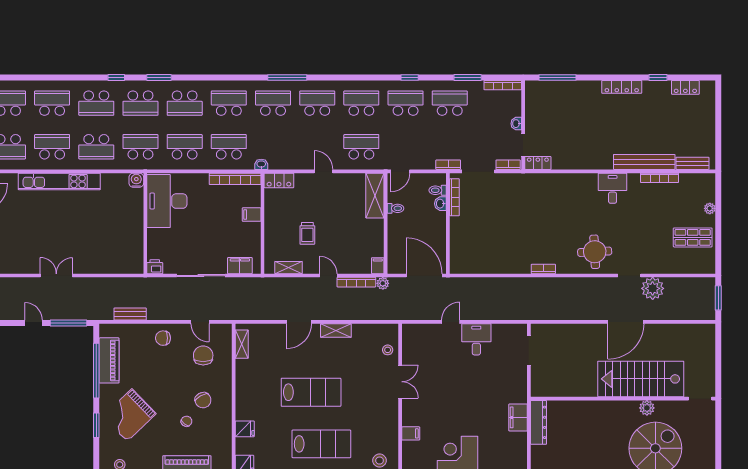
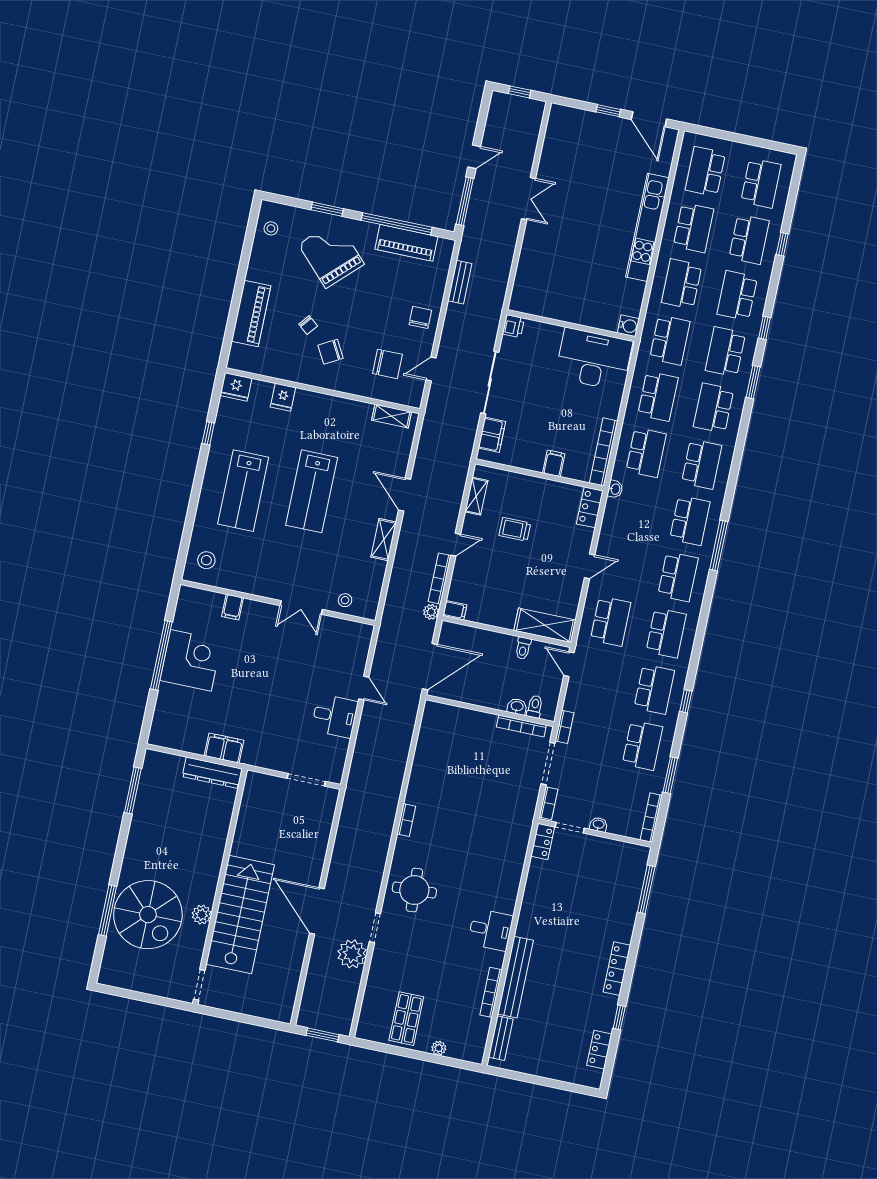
window: (51, 77) -> (782, 244), added

